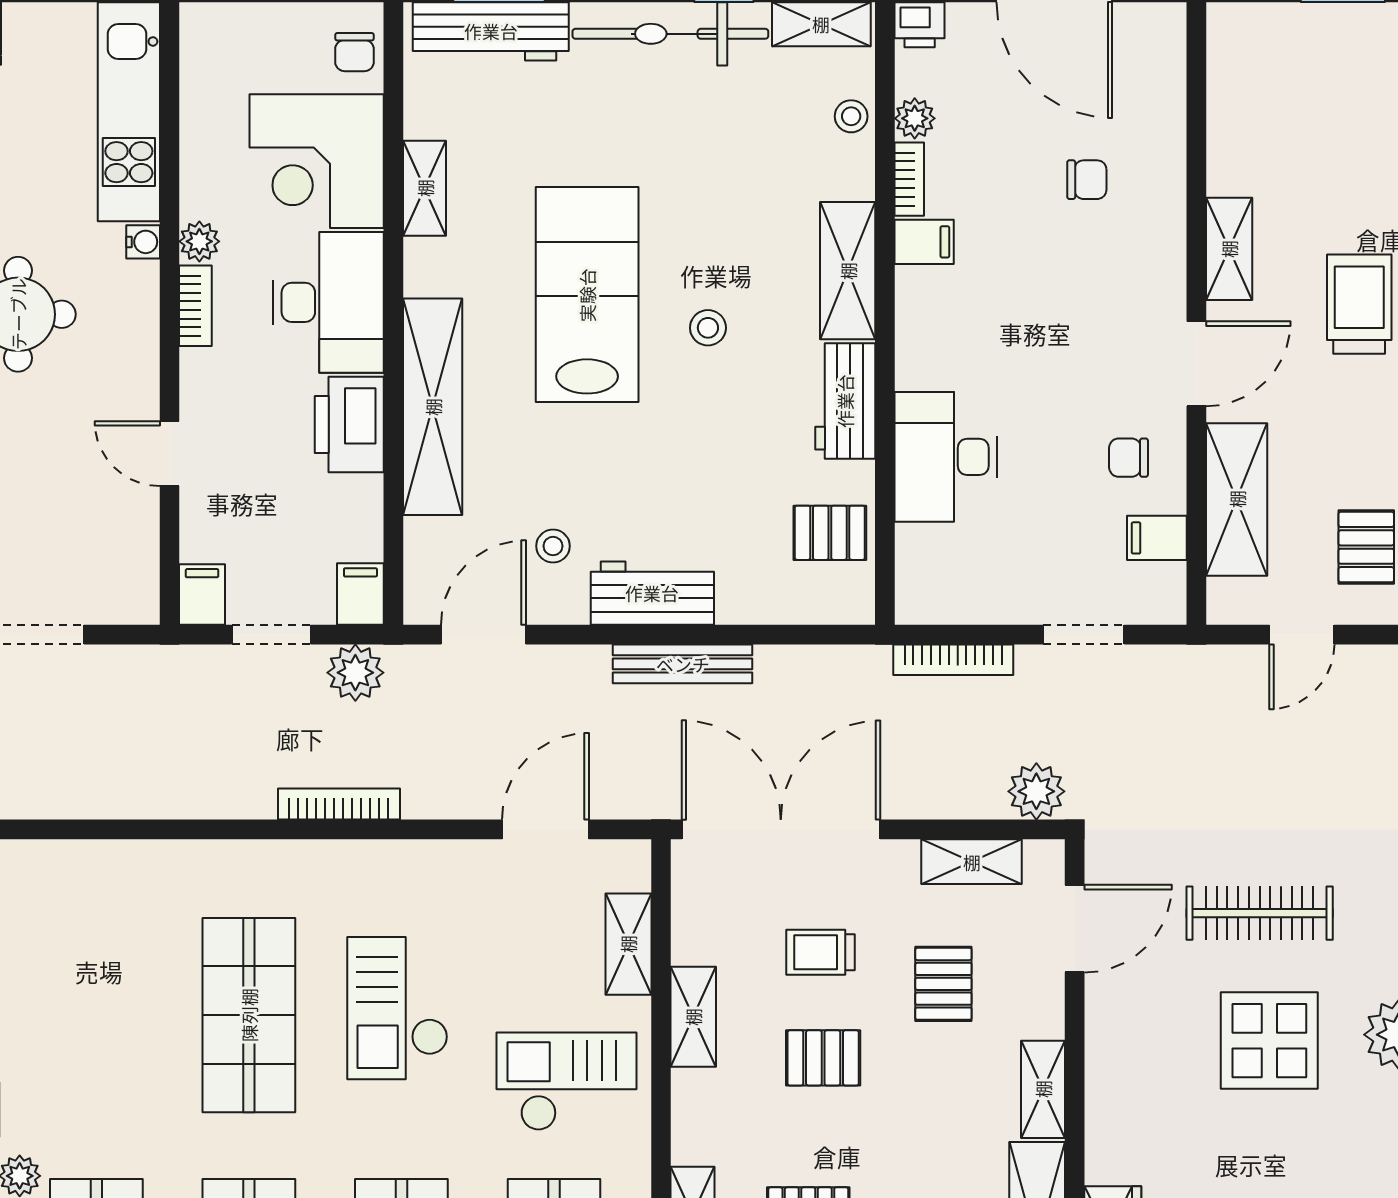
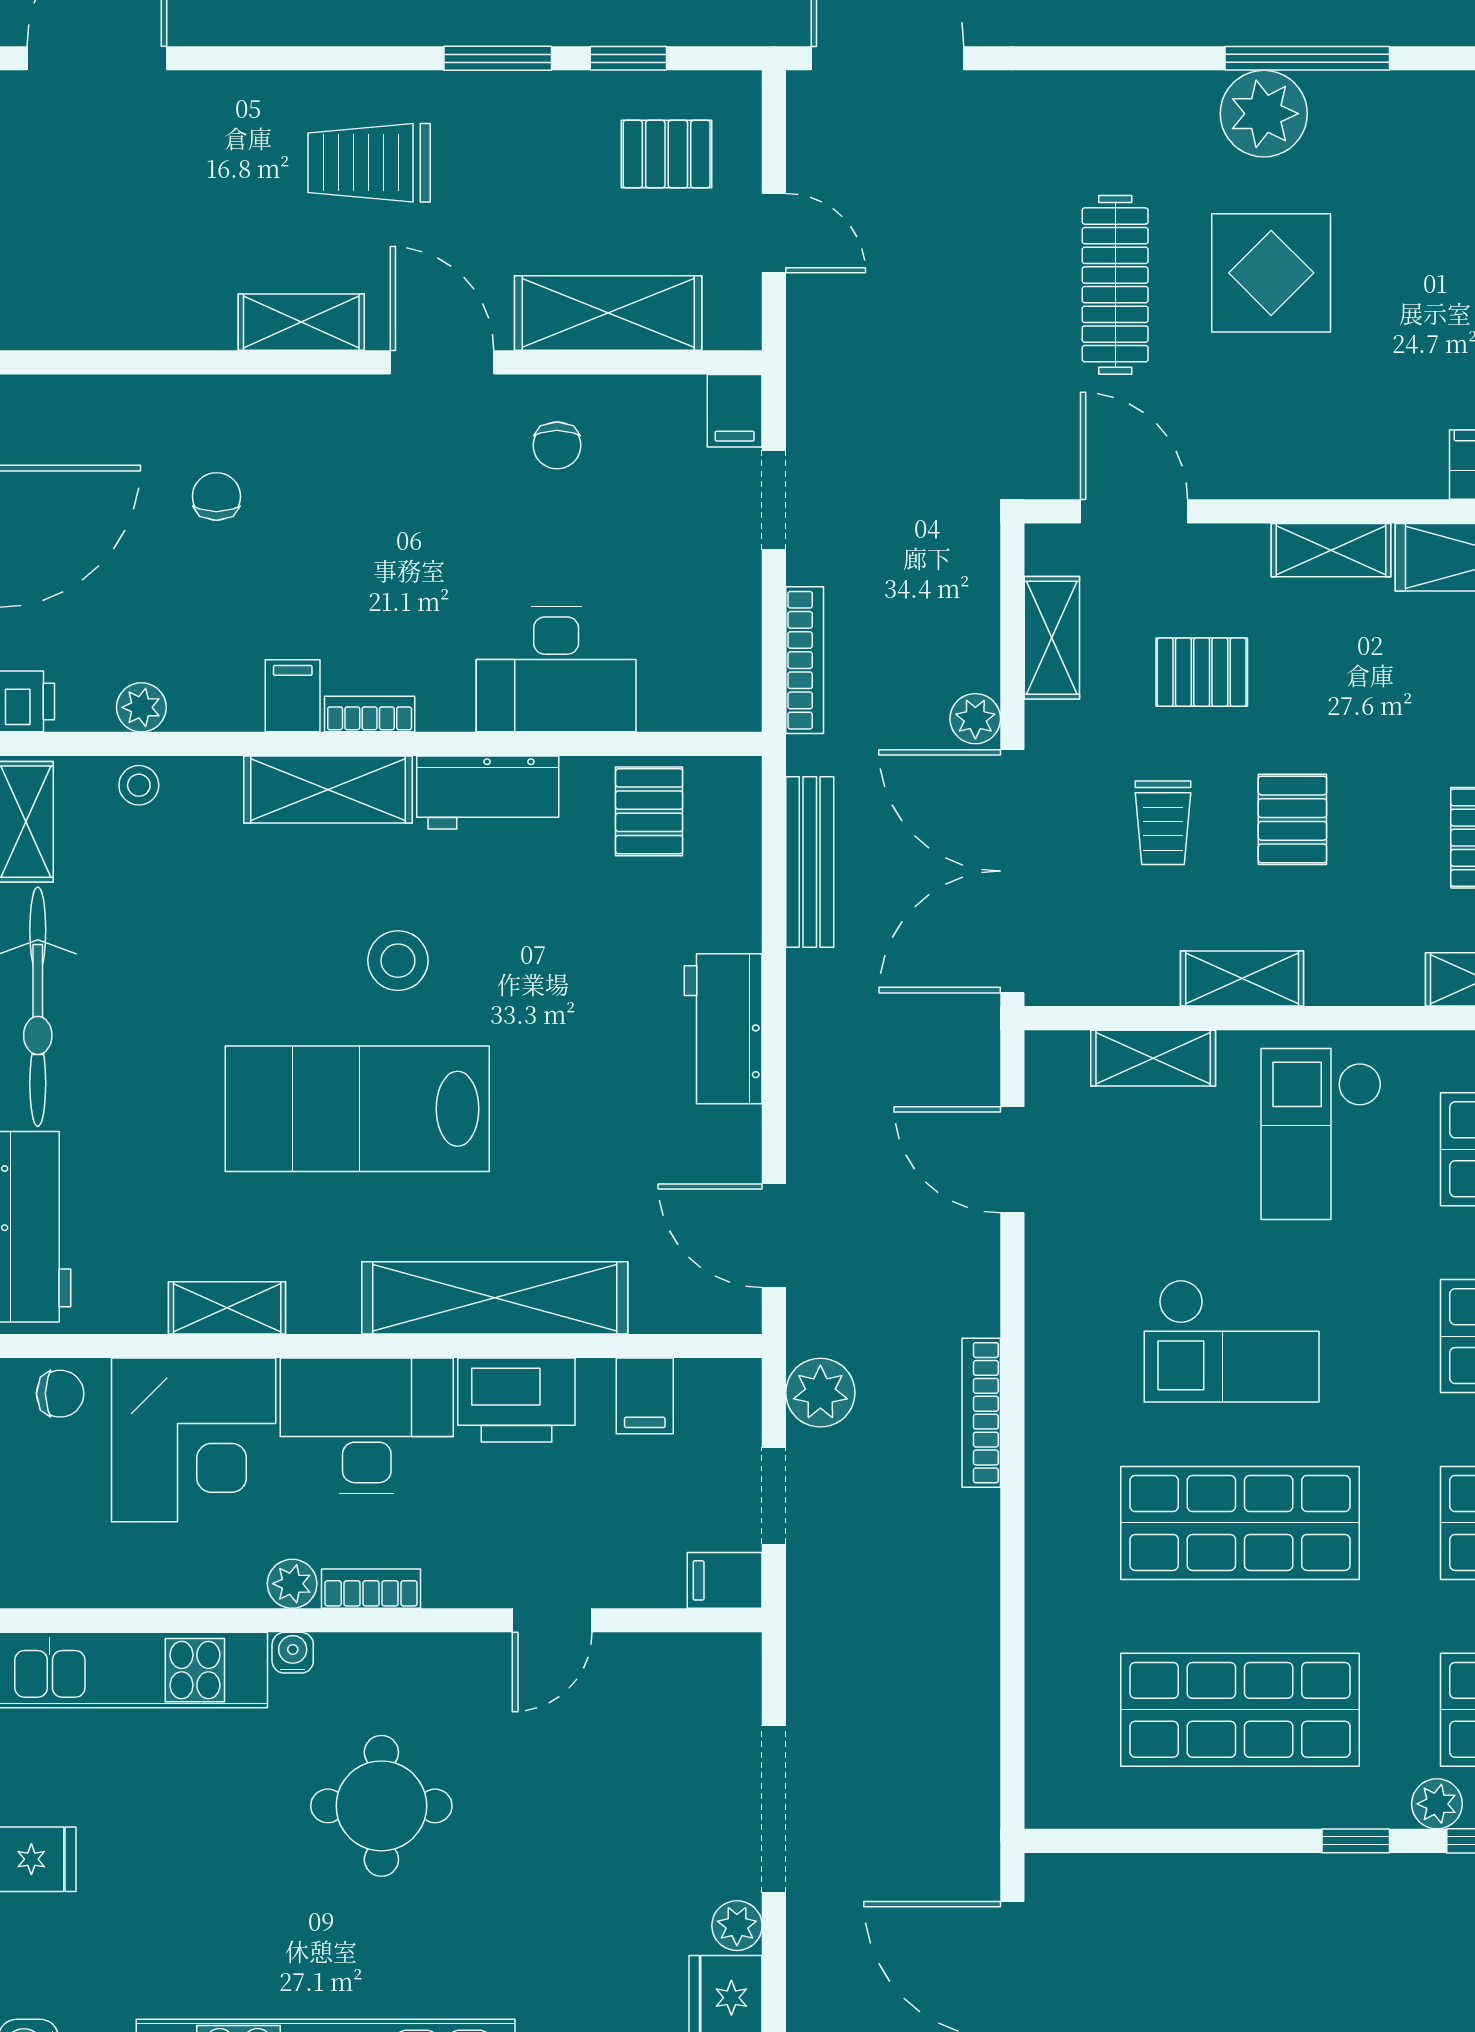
bookcase: (909, 179) -> (370, 714), moved
stool: (708, 328) -> (398, 961), width x1.37, depth x1.37
filing cabinet: (1157, 538) -> (735, 411), moved
stool: (553, 546) -> (665, 1150), removed
filing cabinet: (360, 594) -> (645, 1396), moved, turned -90
bench: (683, 664) -> (810, 862), moved
plant: (1036, 791) -> (975, 719), moved, width x0.73, depth x0.73
shop shelf: (96, 1015) -> (1240, 1710), added

